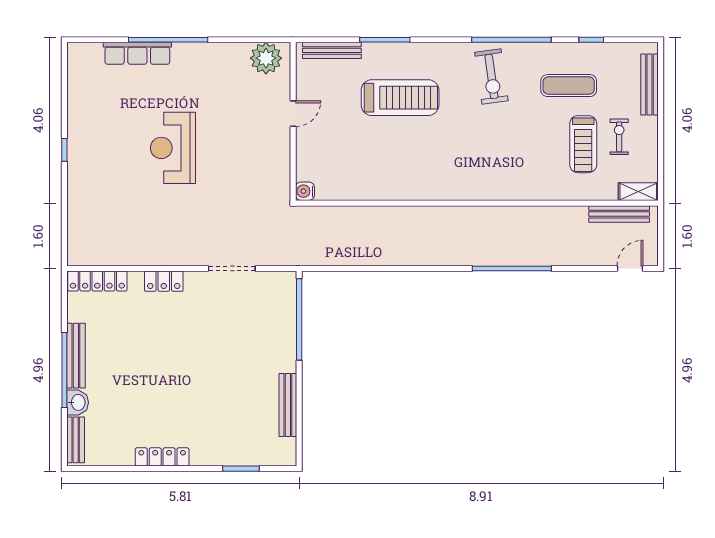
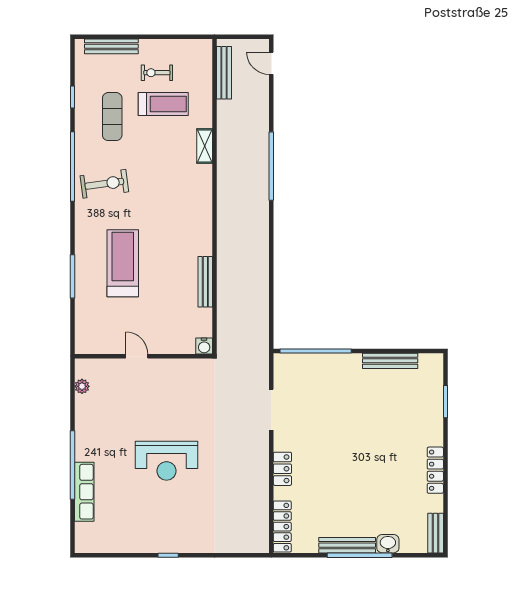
bench: (332, 50) -> (205, 282), moved
plant: (266, 58) -> (82, 386), width x0.53, depth x0.53
shelving: (638, 192) -> (205, 146), moved
bench: (76, 440) -> (436, 533), moved, turned 90

